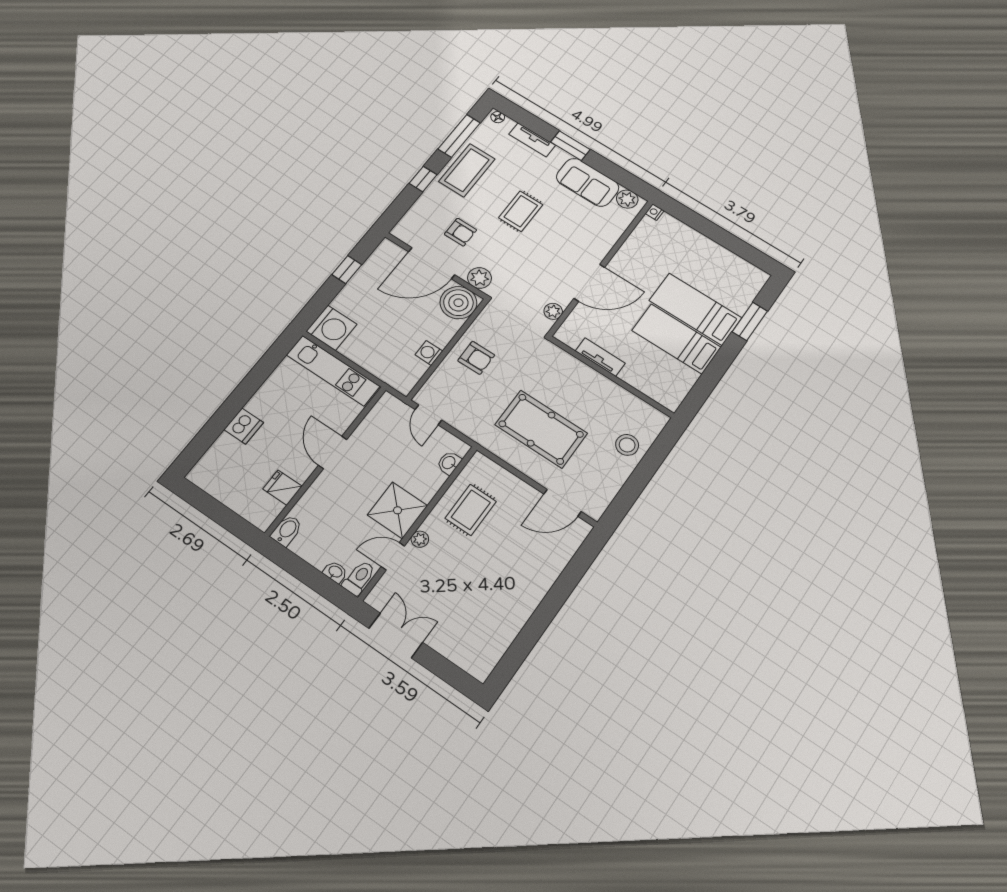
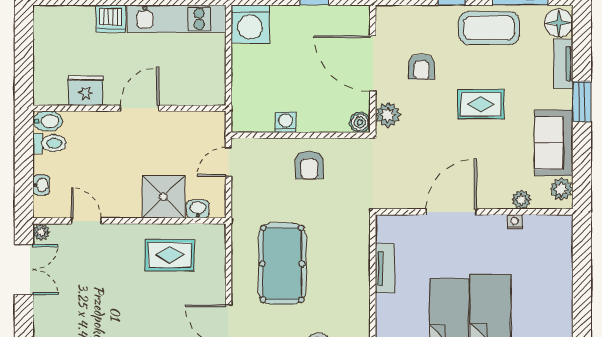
floor lamp: (498, 117) -> (559, 23), width x1.89, depth x1.89
nightstand: (655, 212) -> (515, 222), moved
door: (589, 283) -> (451, 212), swing flipped
boiler: (458, 303) -> (360, 122), width x0.54, depth x0.54
plant: (553, 311) -> (521, 200), moved
kitchen unit: (333, 371) -> (176, 19), moved, turned -90
fridge: (282, 488) -> (86, 91), width x1.38
shower: (398, 510) -> (164, 197), moved
plant: (420, 539) -> (41, 232), moved
toilet: (359, 578) -> (50, 143), moved

